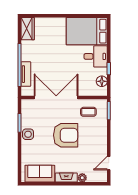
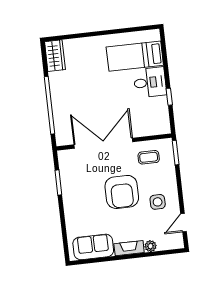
bed: (87, 31) -> (135, 56), width x0.67
tv unit: (26, 74) -> (59, 117), removed
floor lamp: (102, 81) -> (162, 115), removed
side table: (28, 134) -> (158, 202), moved
armchair: (66, 135) -> (122, 192), turned 90

